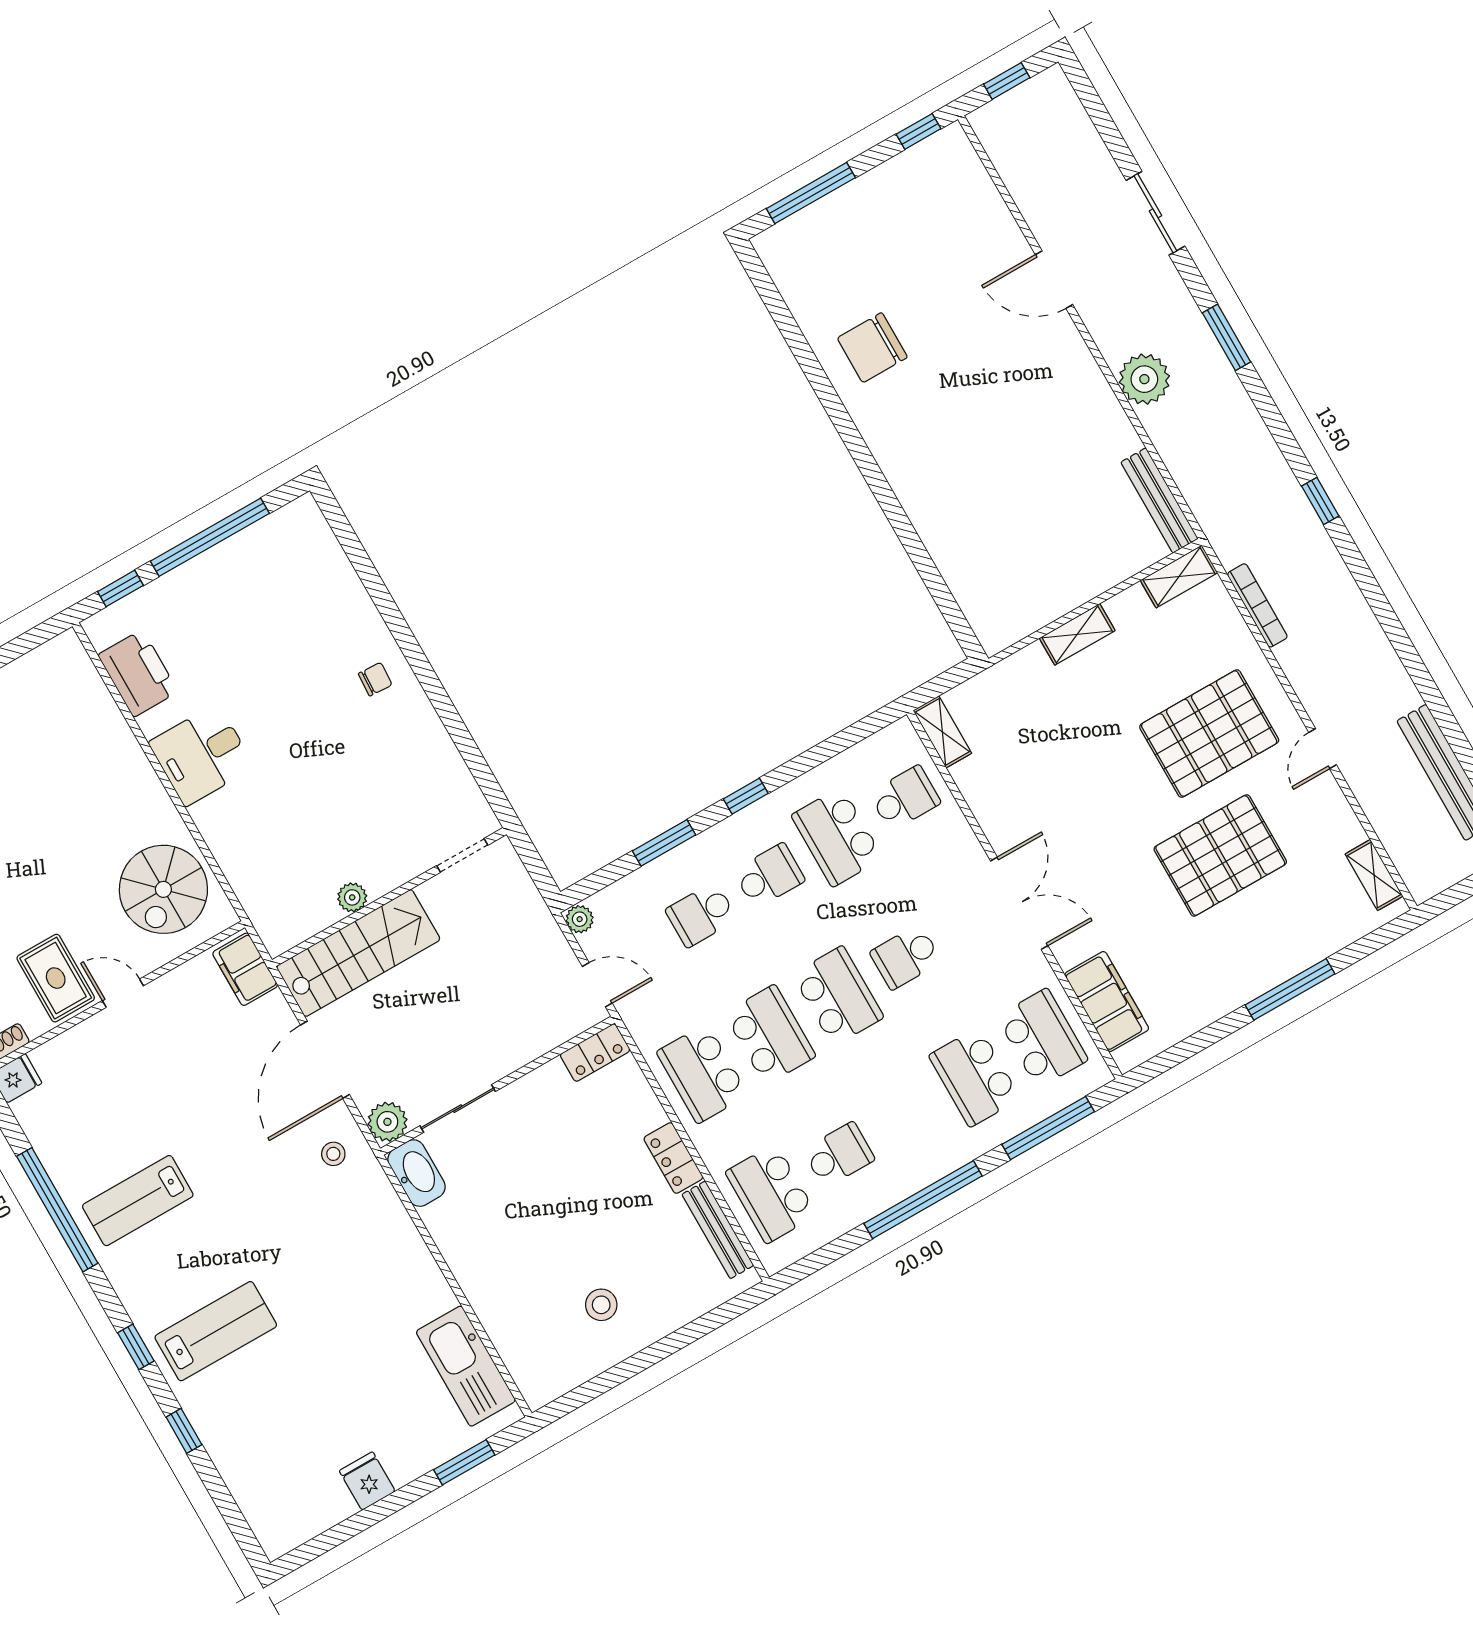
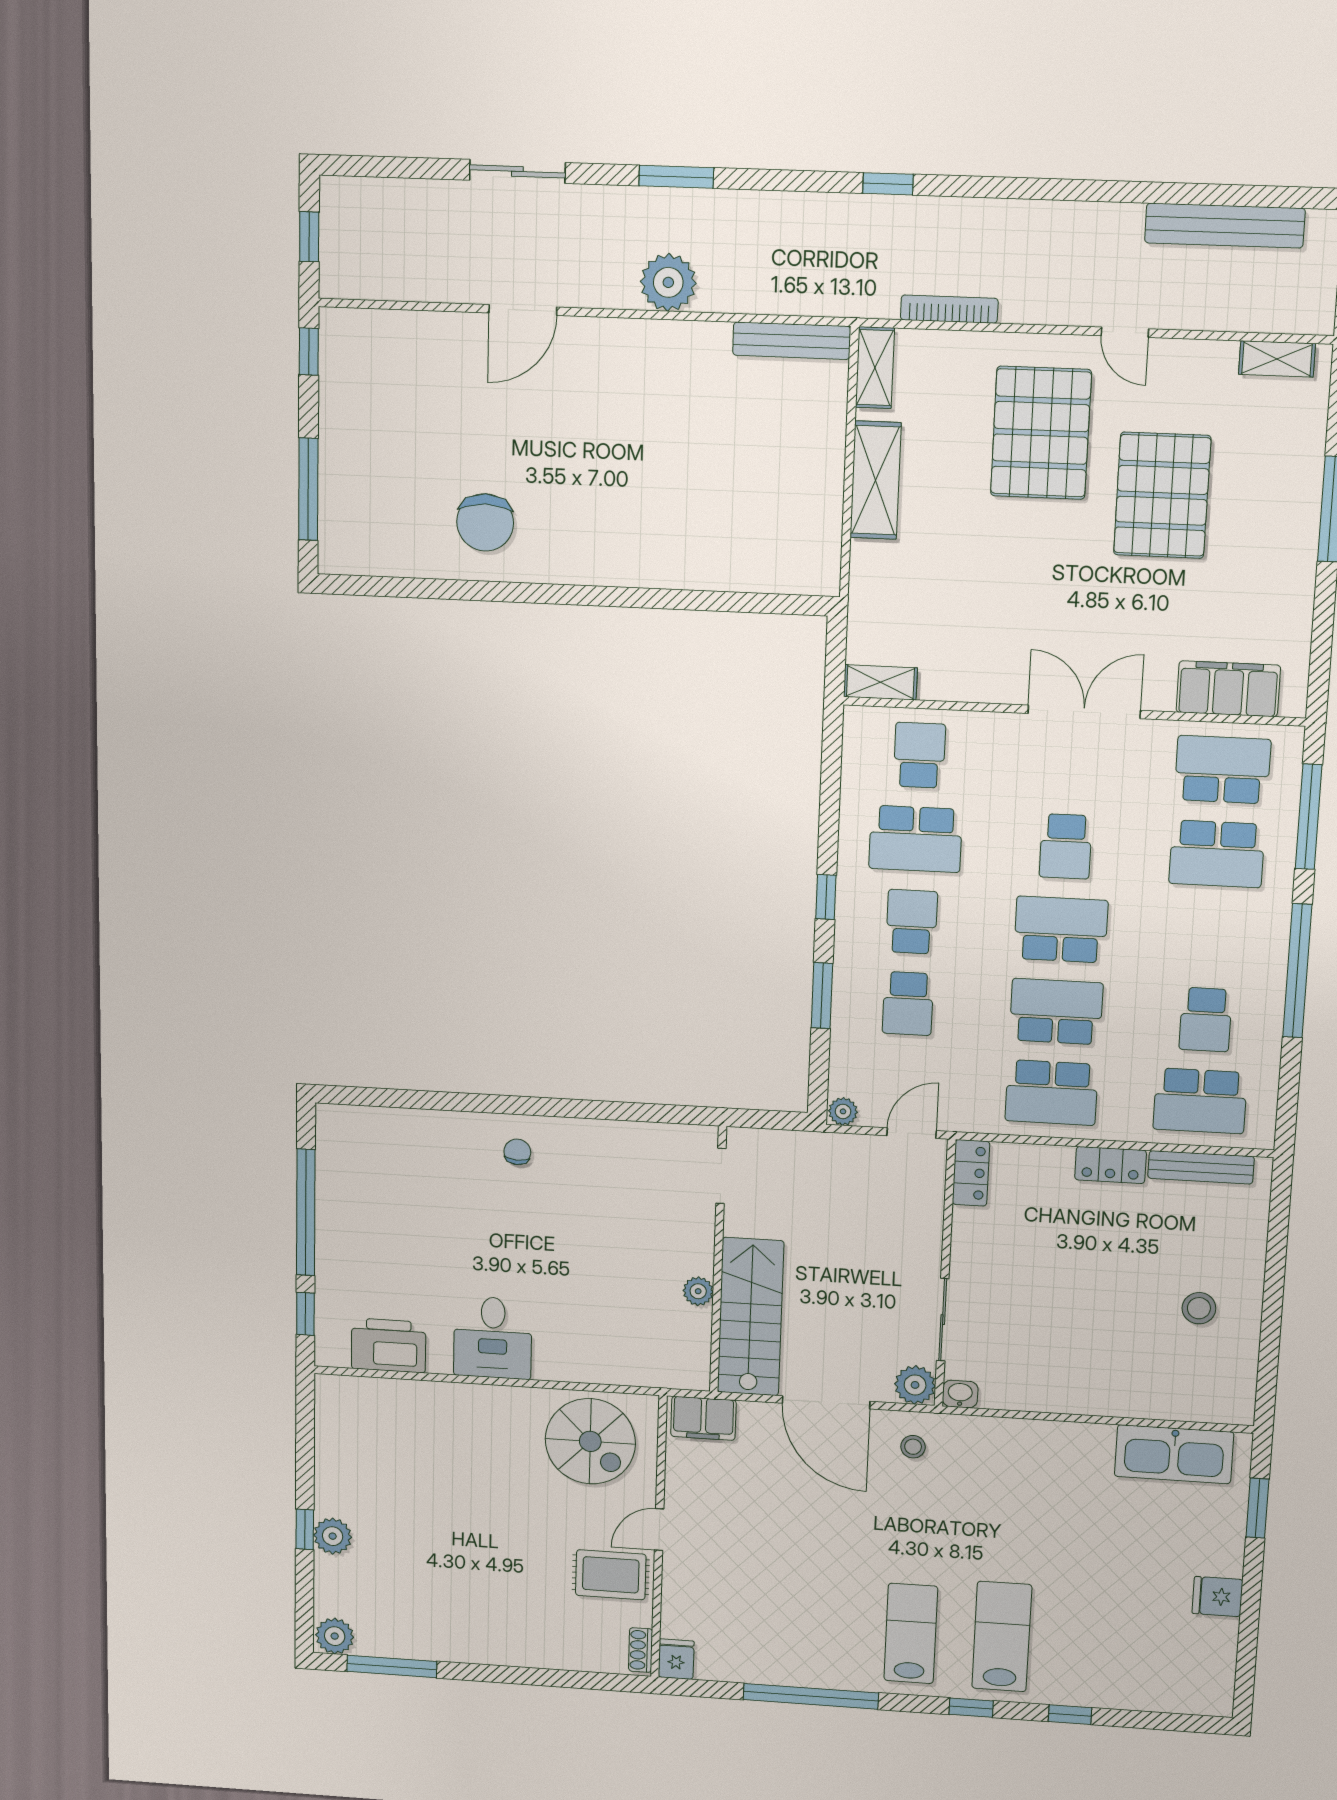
shelving: (1077, 634) -> (876, 480), width x1.50, depth x1.33
school desk: (839, 1155) -> (1206, 1020), turned 180
washbasin: (417, 1173) -> (960, 1394), width x0.52, depth x0.69
lab bench: (138, 1201) -> (911, 1633), moved, turned 180

